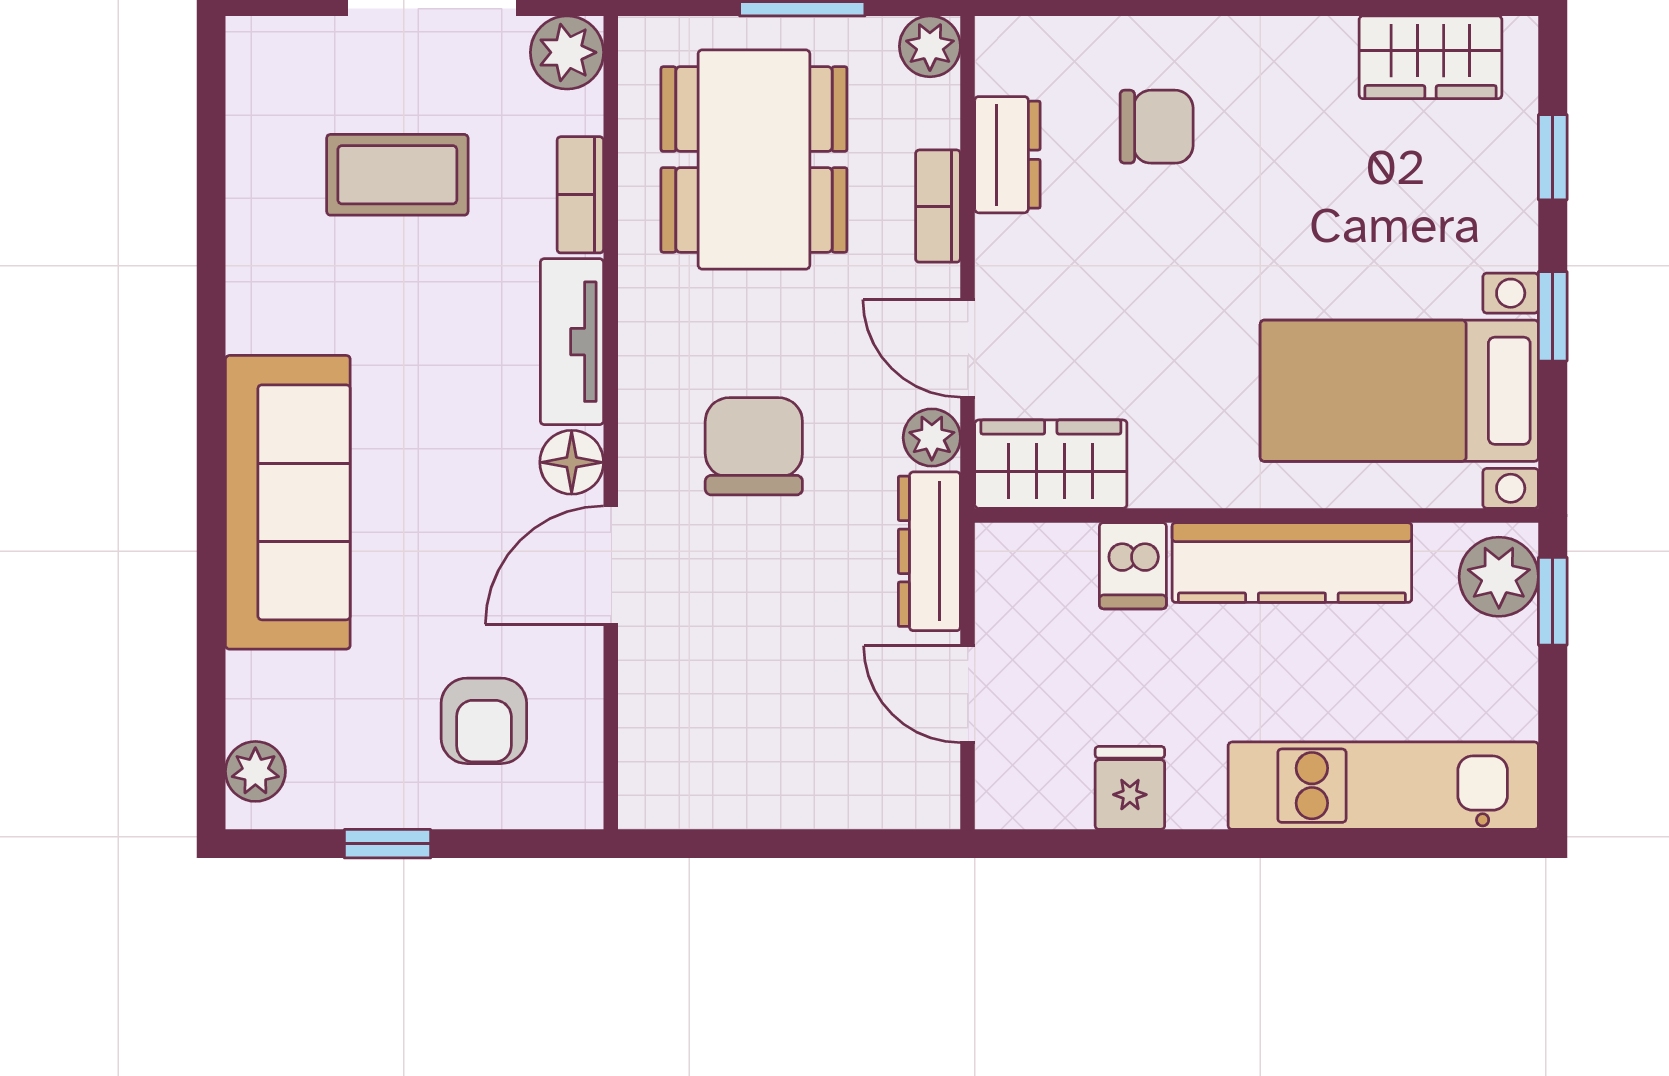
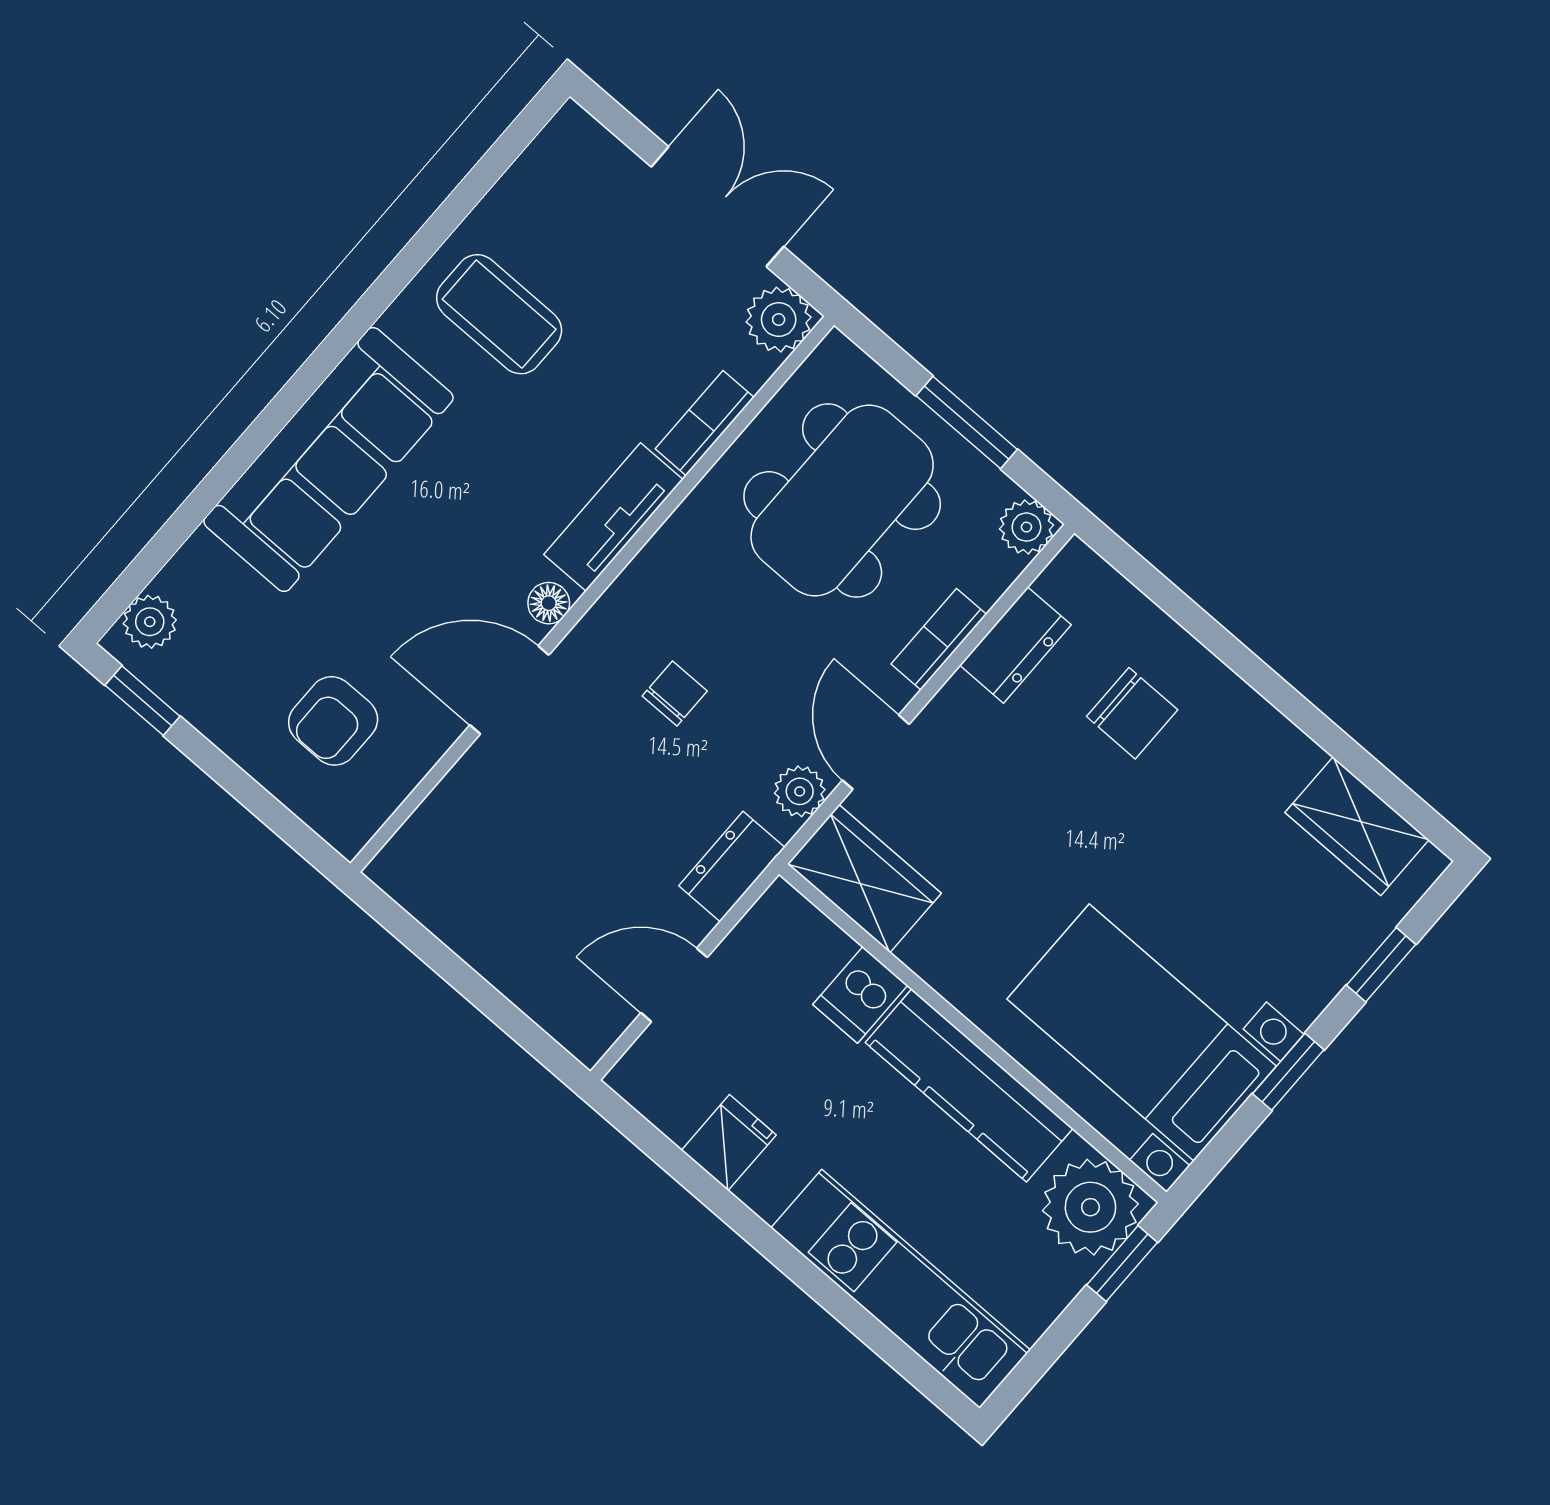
coffee table: (397, 175) -> (499, 314), moved
chair: (754, 446) -> (675, 693), width x0.54, depth x0.54
floor lamp: (572, 462) -> (549, 603), width x0.73, depth x0.73
dresser: (929, 551) -> (732, 866), width x0.70
plant: (1499, 577) -> (1090, 1207), width x1.36, depth x1.36
door: (968, 694) -> (674, 985), hinge flipped
window: (387, 844) -> (143, 701), moved

